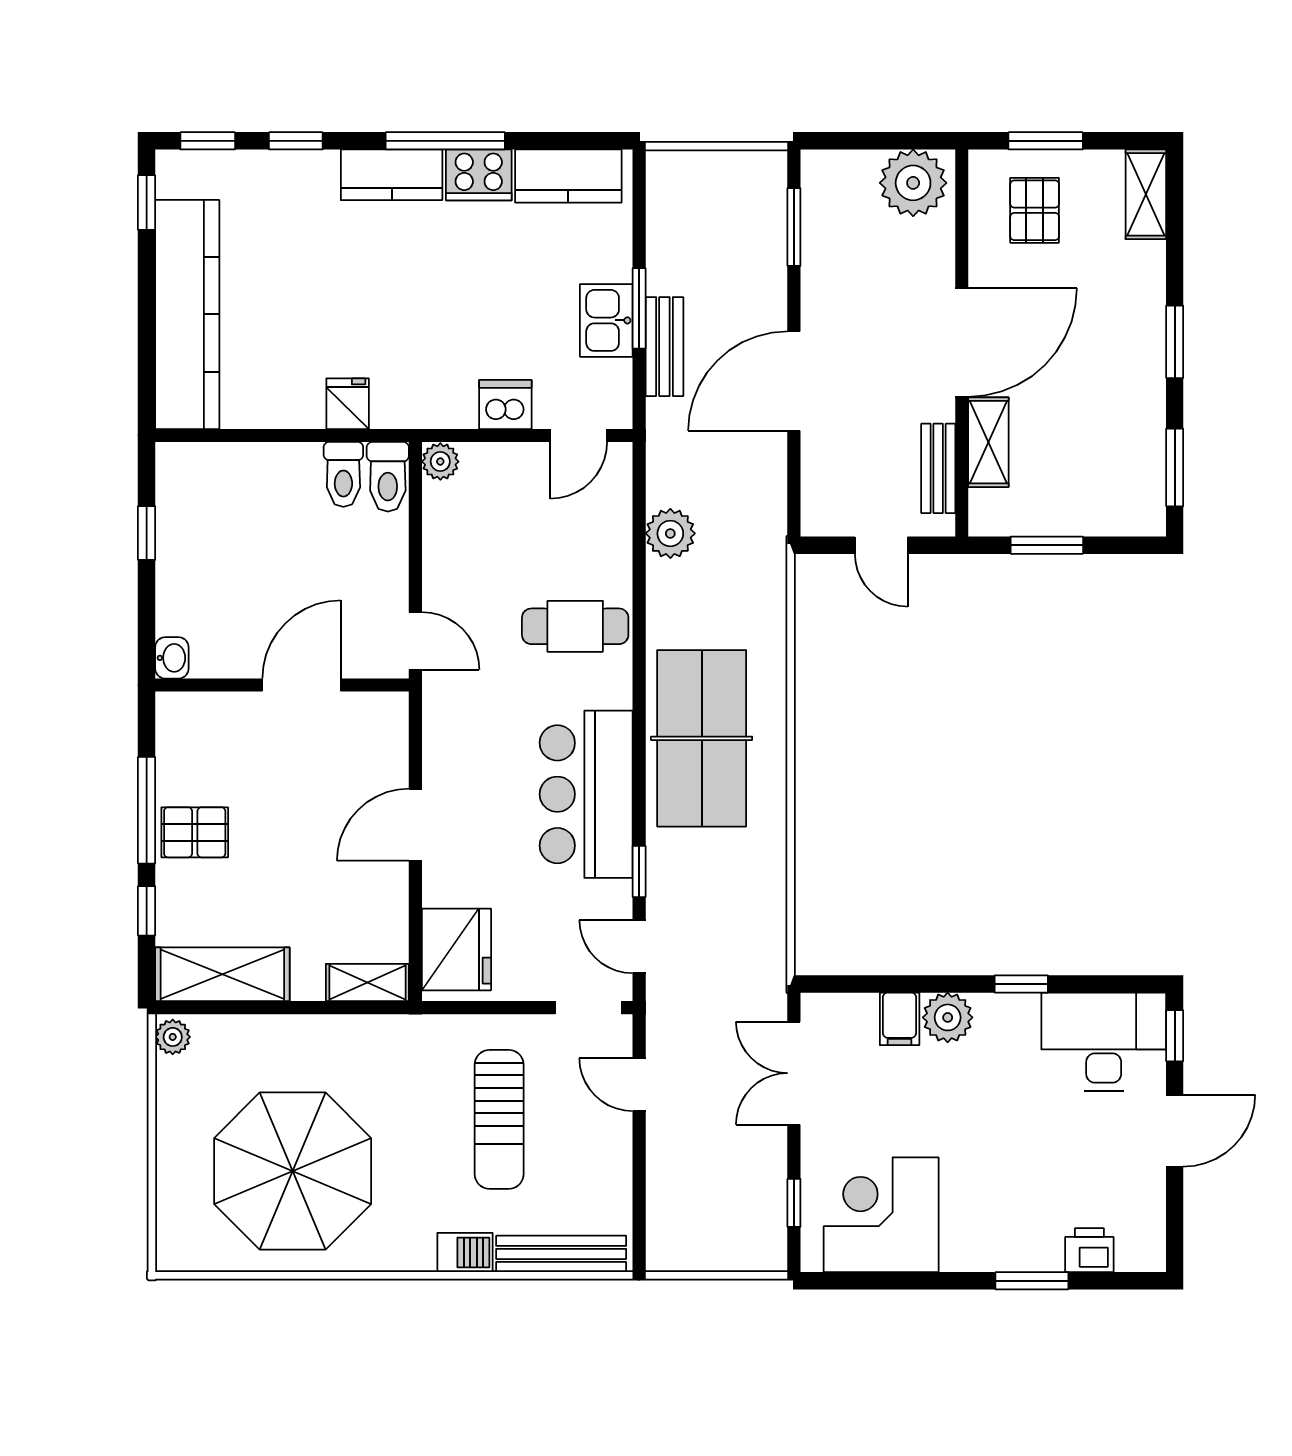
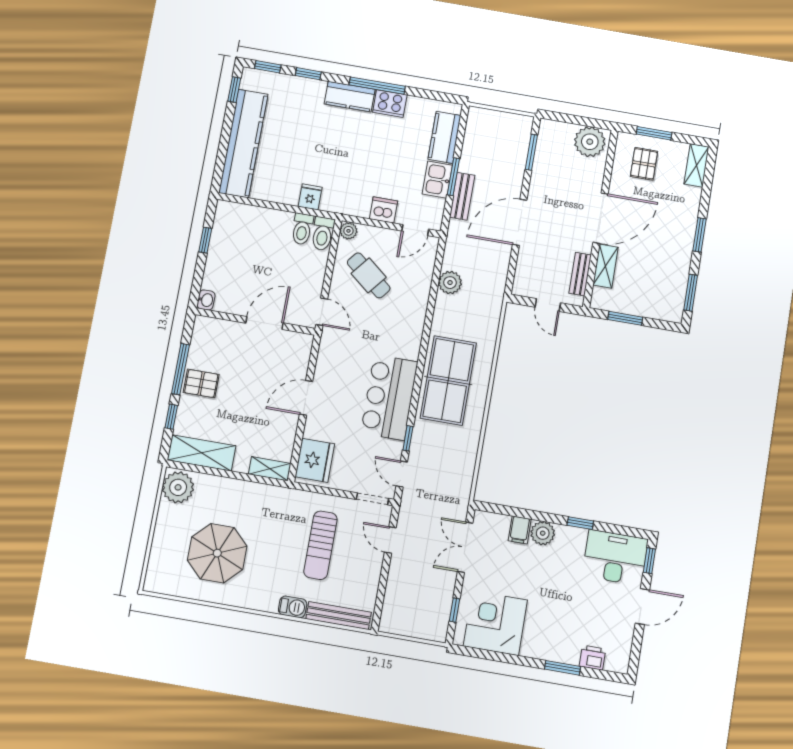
kitchen counter: (568, 176) -> (444, 137), moved, turned 90
cafe table: (575, 626) -> (369, 275), moved, turned 39
plant: (173, 1037) -> (178, 487), width x1.88, depth x1.88
parasol: (293, 1171) -> (217, 553), width x0.73, depth x0.73

